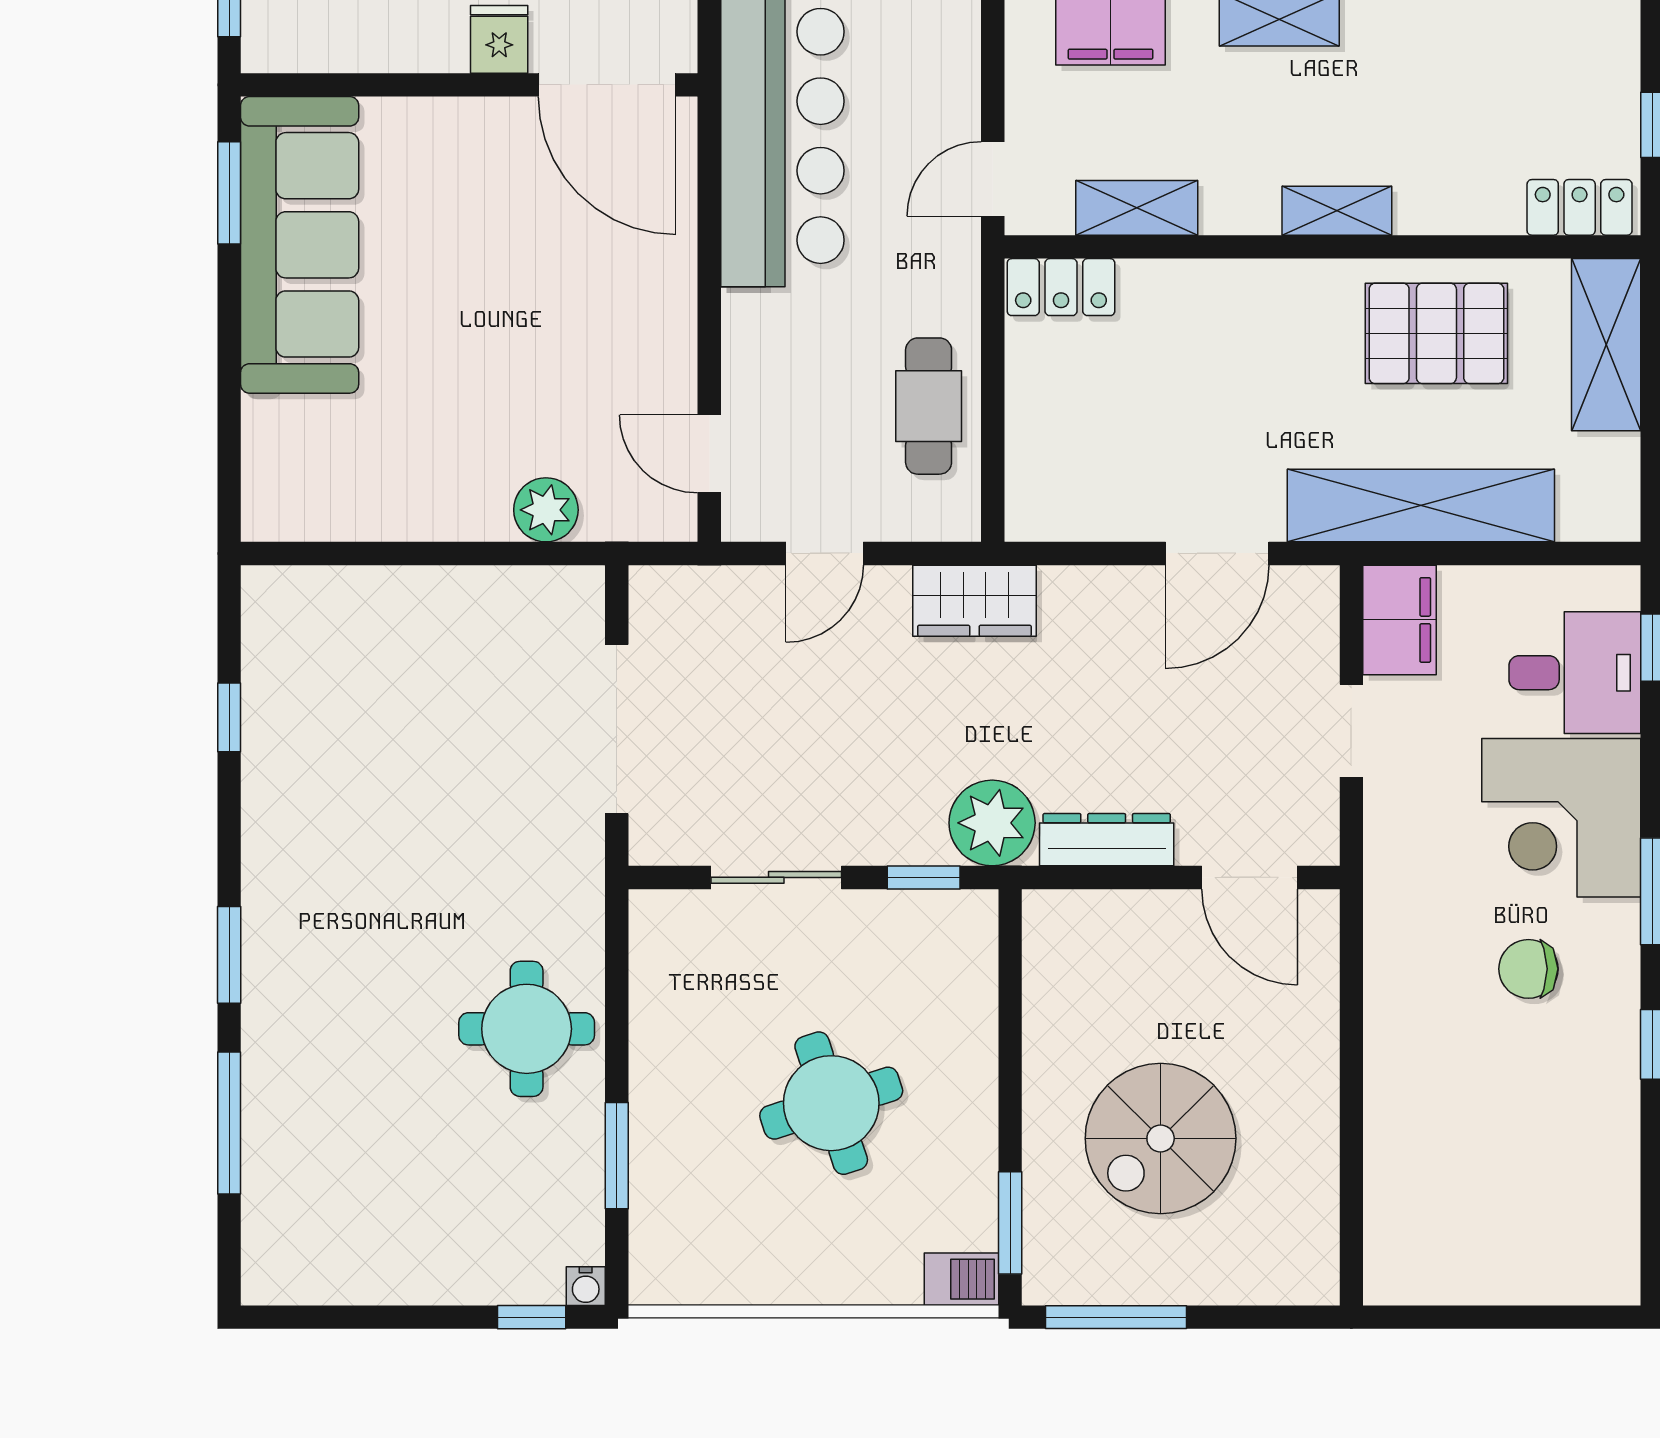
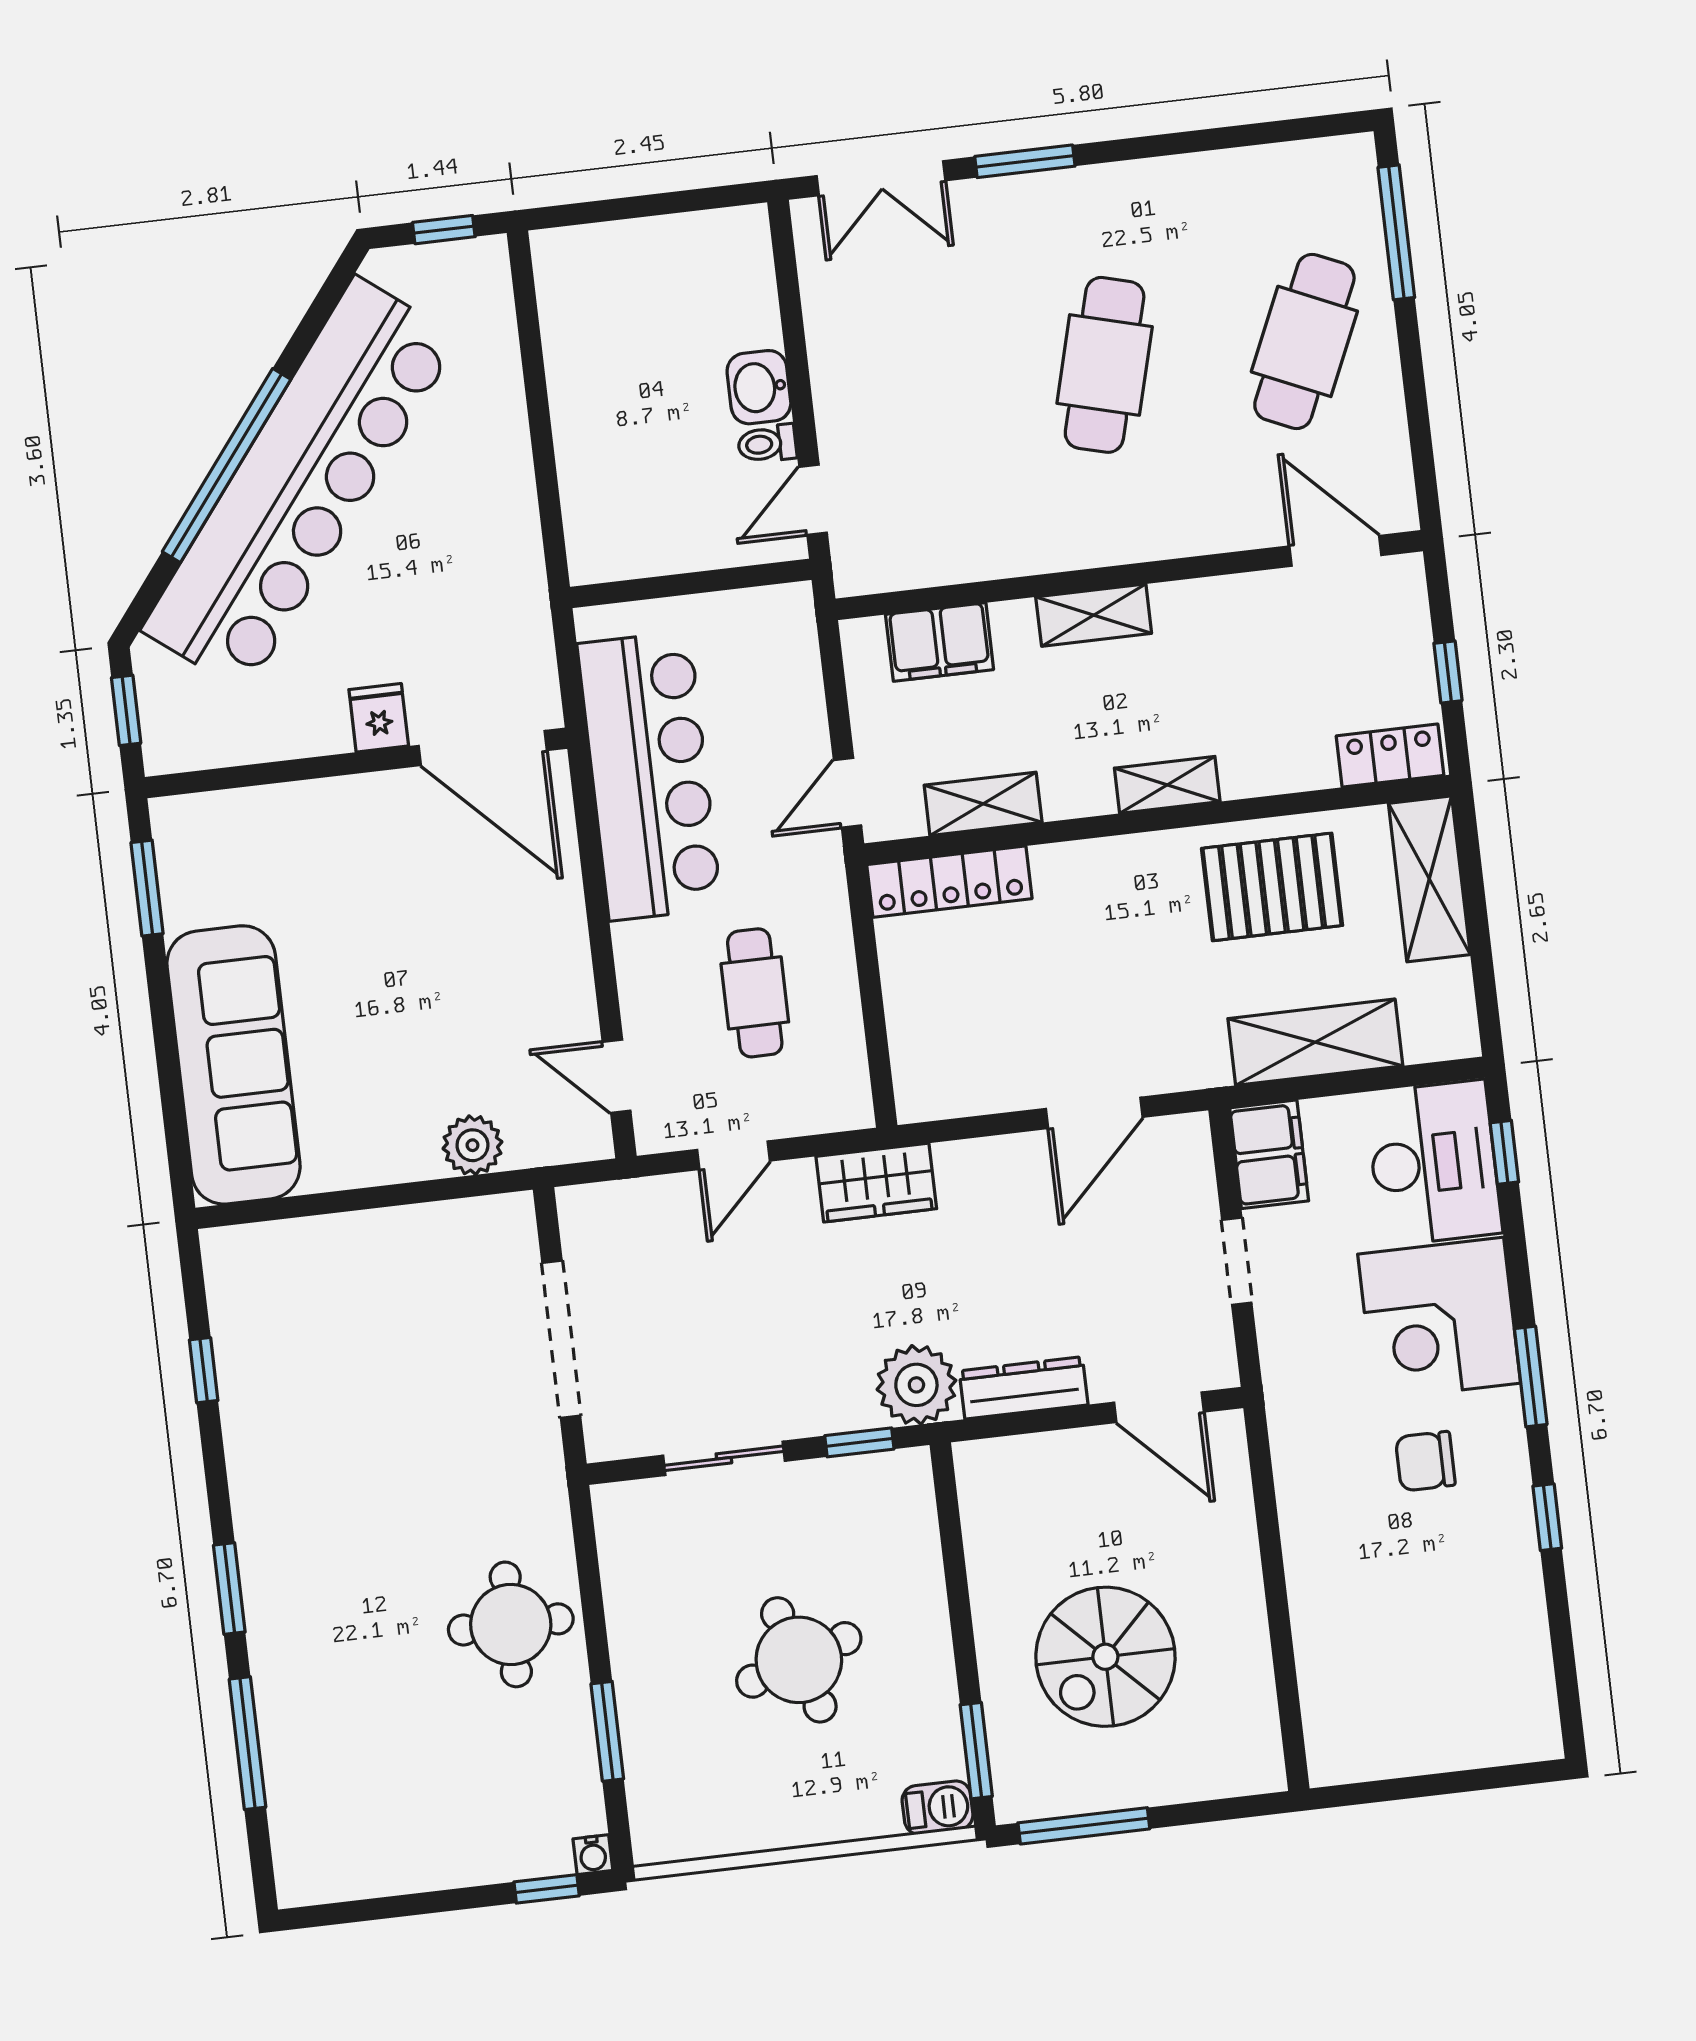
sofa: (300, 245) -> (233, 1065), moved
locker: (1061, 287) -> (949, 882), width x1.53
cafe table: (929, 406) -> (755, 993), moved
shelving: (1421, 506) -> (1315, 1042), width x0.68
desk: (1575, 673) -> (1434, 1163), width x1.37

